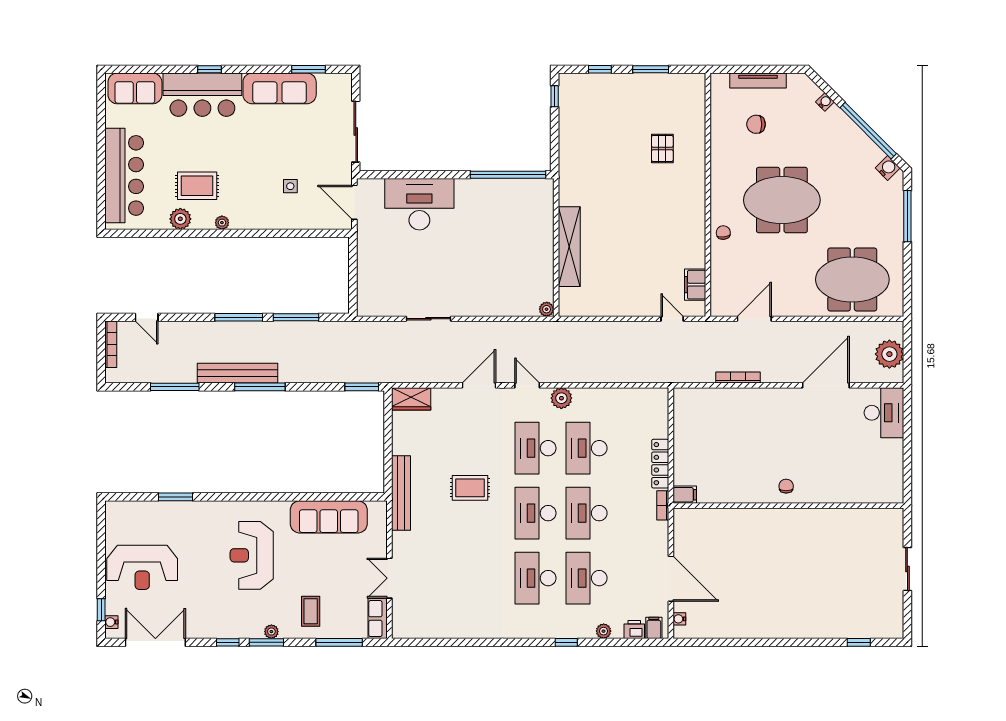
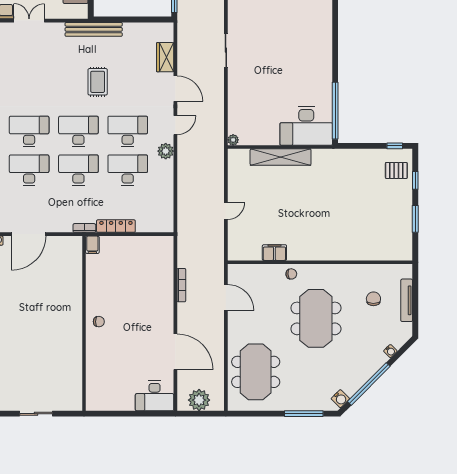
pallet: (662, 148) -> (396, 170), moved
desk: (419, 204) -> (306, 126), moved, turned 90
filing cabinet: (695, 285) -> (274, 253), moved
door: (672, 319) -> (226, 211), moved
wardrobe: (411, 399) -> (165, 57), moved

